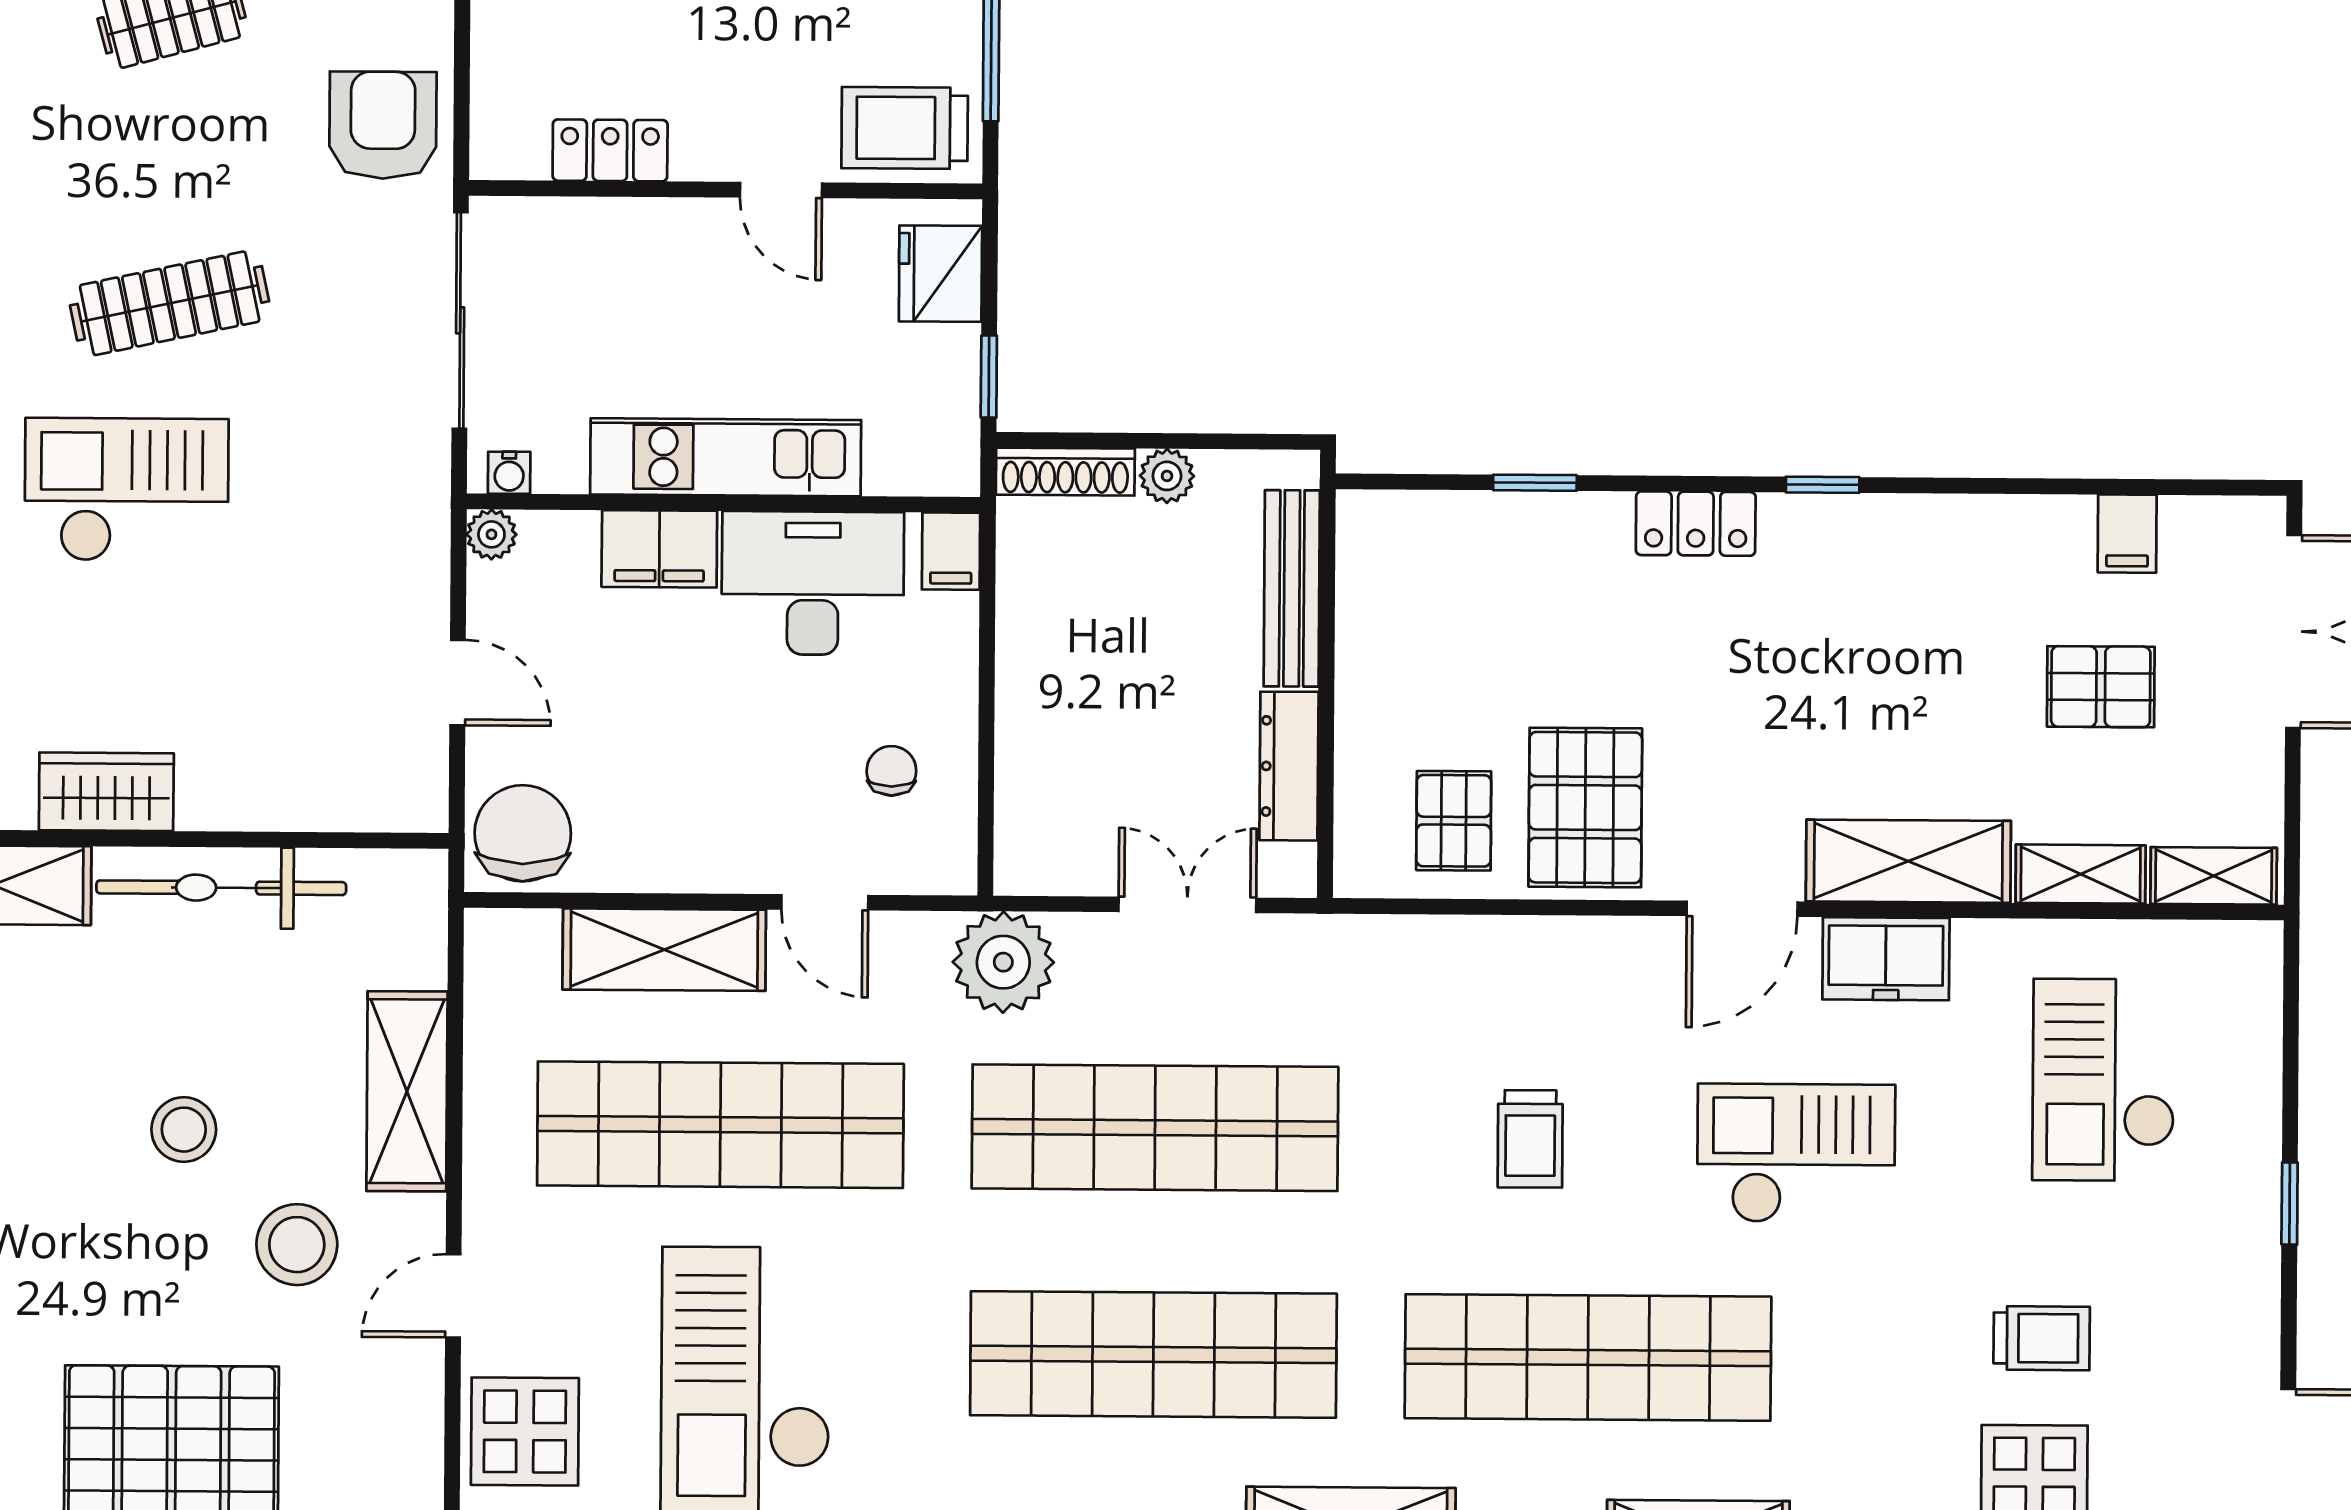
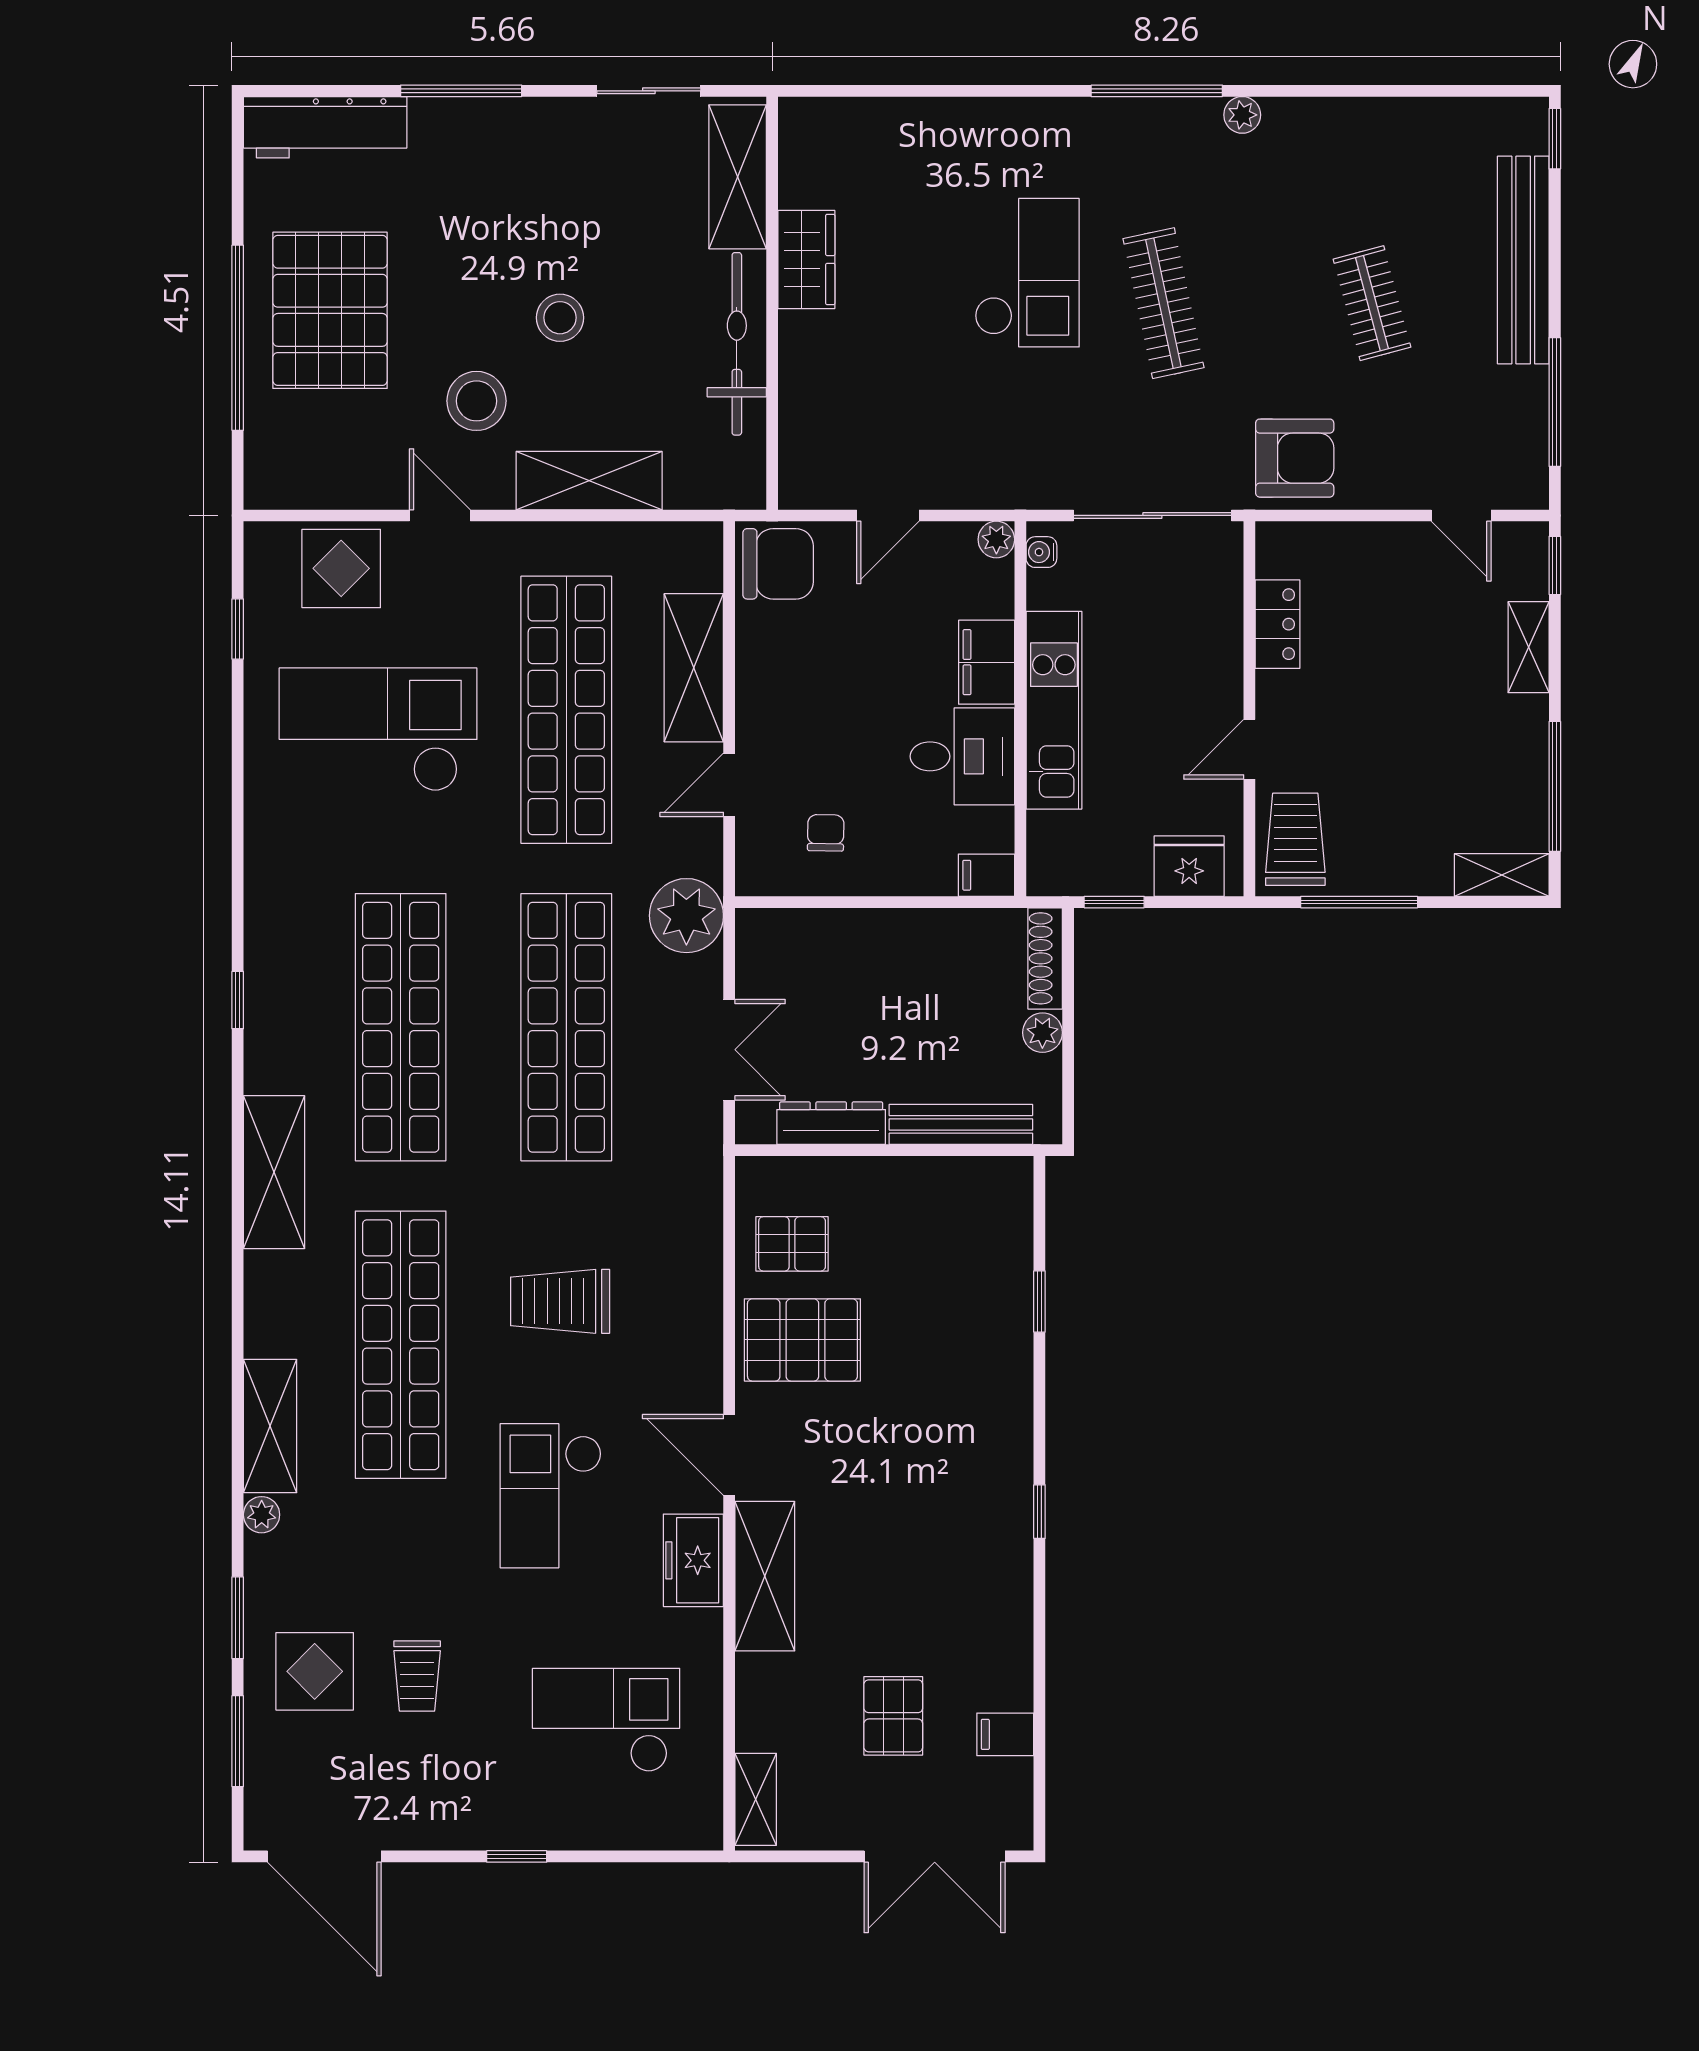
locker: (1696, 524) -> (1010, 1419), removed
desk: (813, 583) -> (962, 756), width x0.73
chair: (891, 771) -> (826, 833), turned -89
shelving: (2081, 874) -> (756, 1702), removed
trolley: (1530, 1139) -> (560, 1301), width x1.36, depth x1.39
checkout: (1796, 1153) -> (551, 1496), turned 180

